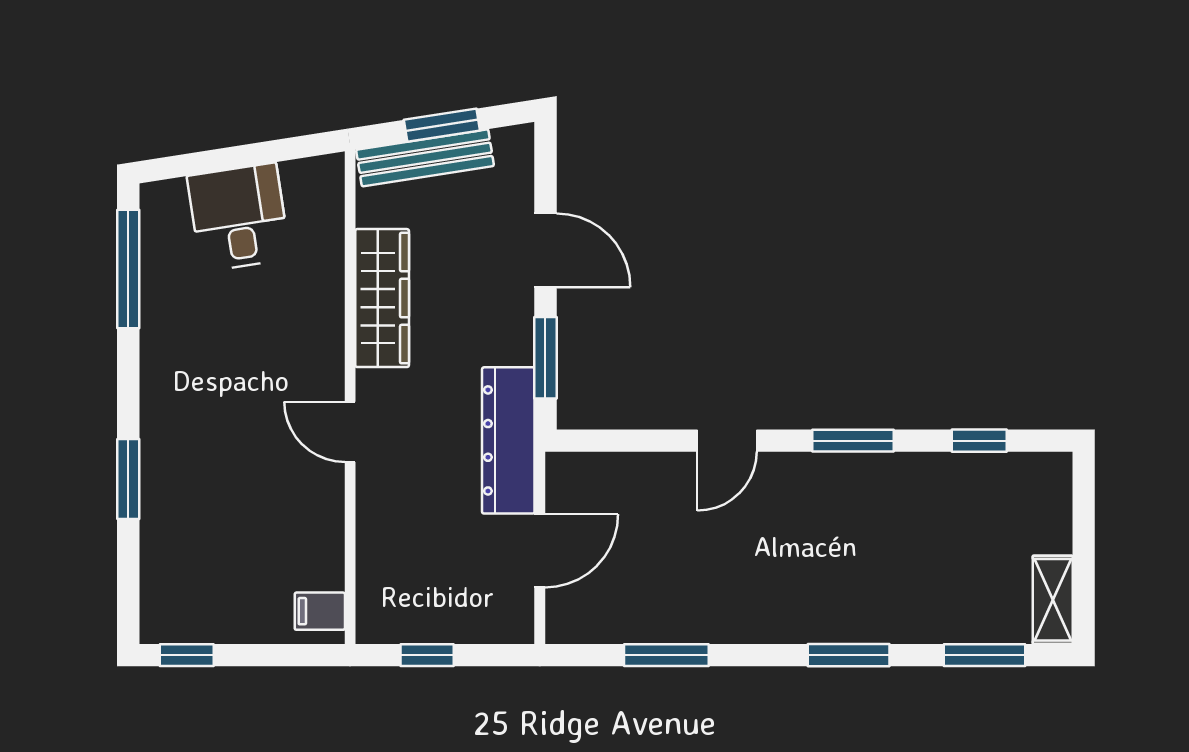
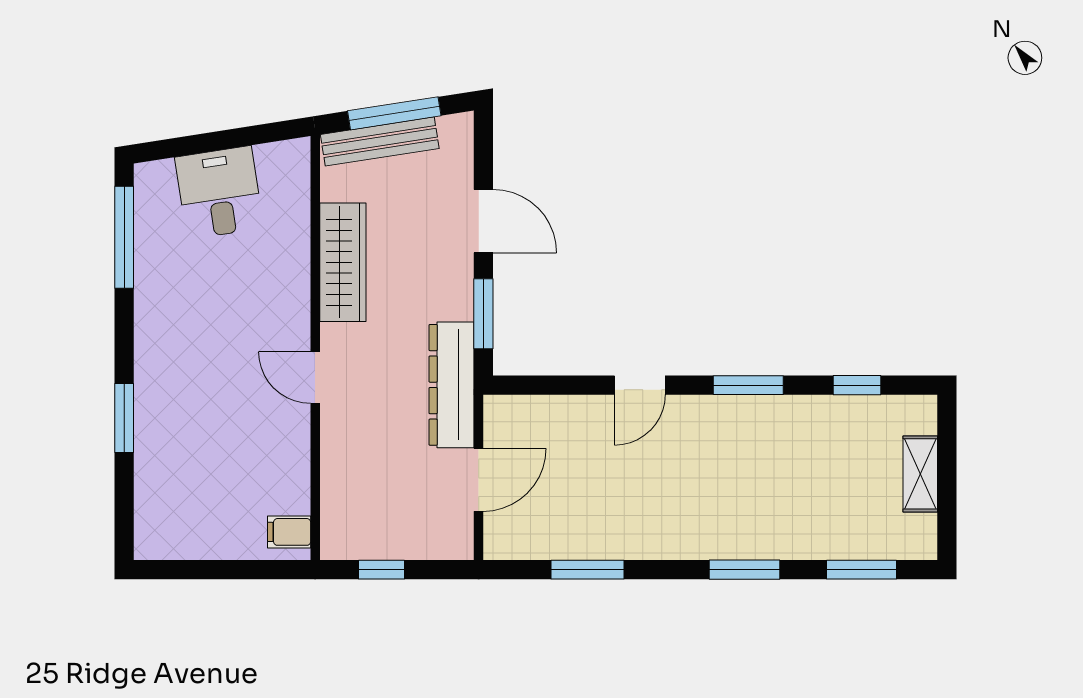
window: (442, 125) -> (394, 113), width x1.44
shelving: (1053, 600) -> (920, 474), moved
window: (187, 655) -> (175, 570), removed

